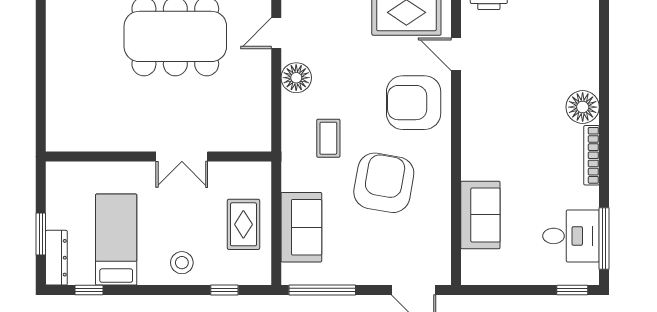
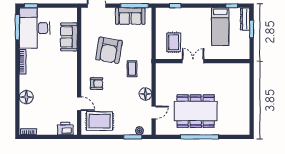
armchair: (414, 103) -> (97, 84), width x0.53, depth x0.53
floor lamp: (583, 107) -> (26, 97), moved
rug: (243, 224) -> (174, 42), moved
sofa: (301, 227) -> (130, 16), moved, turned -90
desk: (571, 236) -> (35, 28), width x1.87, depth x1.30
stool: (182, 263) -> (193, 17), removed

